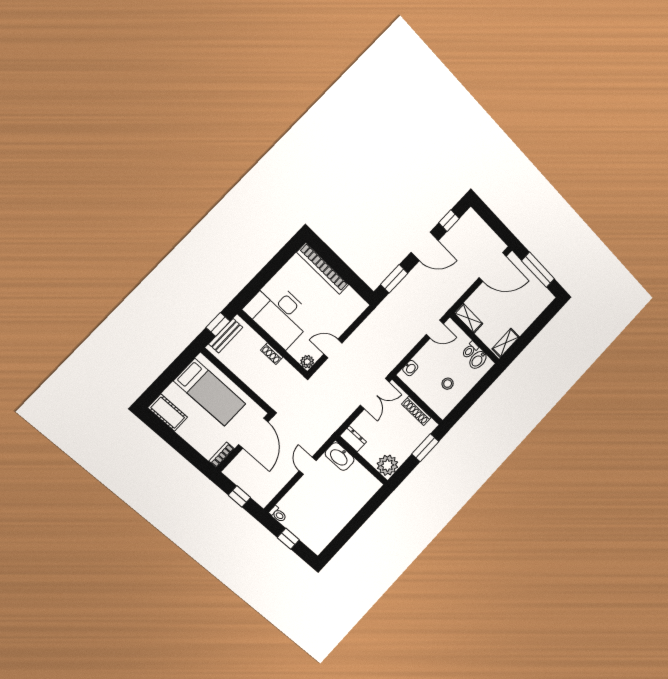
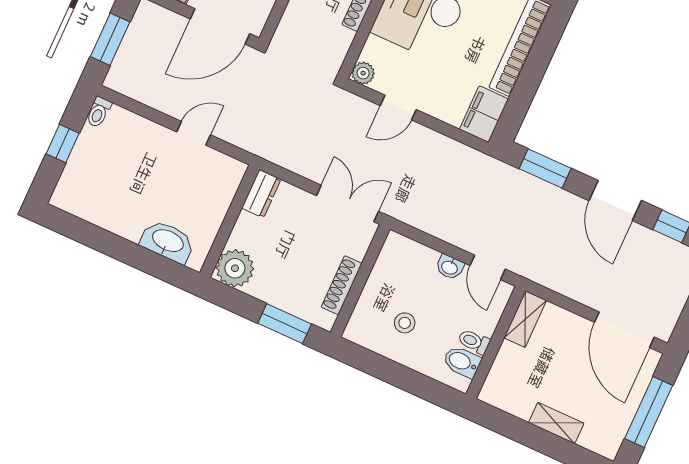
filing cabinet: (353, 302) -> (484, 114), added
shelving: (506, 343) -> (556, 423), moved
door: (333, 349) -> (398, 108), swing flipped
washbasin: (410, 368) -> (450, 267), moved
double door: (375, 394) -> (348, 204), swing flipped
washbasin: (340, 457) -> (168, 241), moved, turned 90
window: (239, 496) -> (110, 39), width x1.50

